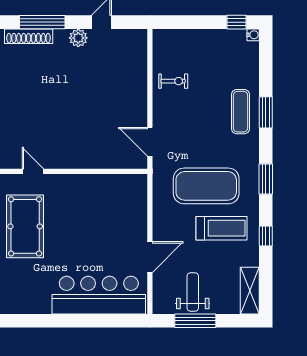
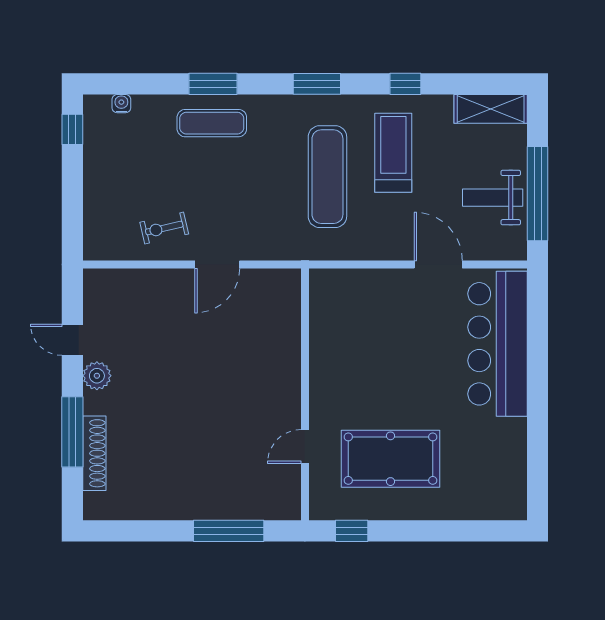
water cooler: (253, 35) -> (121, 104), moved
exercise bike: (173, 81) -> (164, 228), turned -103
door: (150, 142) -> (217, 264), moved
exercise mat: (206, 186) -> (327, 177), width x0.68
window: (195, 321) -> (538, 194), width x1.46

